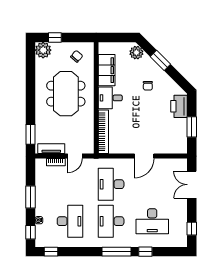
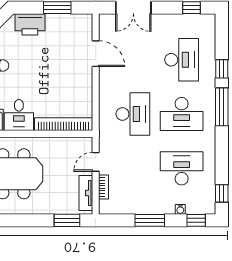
door: (75, 156) -> (96, 162), swing flipped
door: (144, 156) -> (96, 54), moved
desk: (111, 184) -> (133, 114), turned -90

